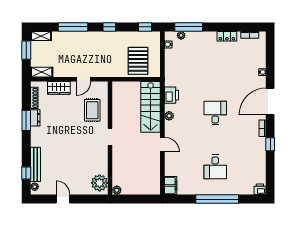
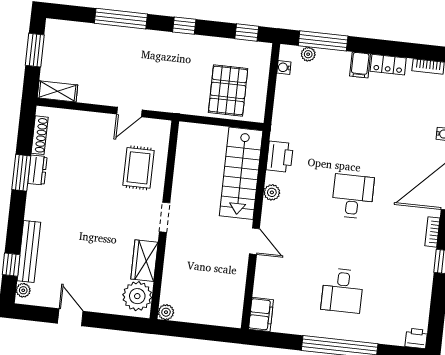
shelving: (41, 36) -> (63, 28), removed
filing cabinet: (211, 38) -> (360, 65), added
wardrobe: (59, 88) -> (144, 261), moved, turned 90

